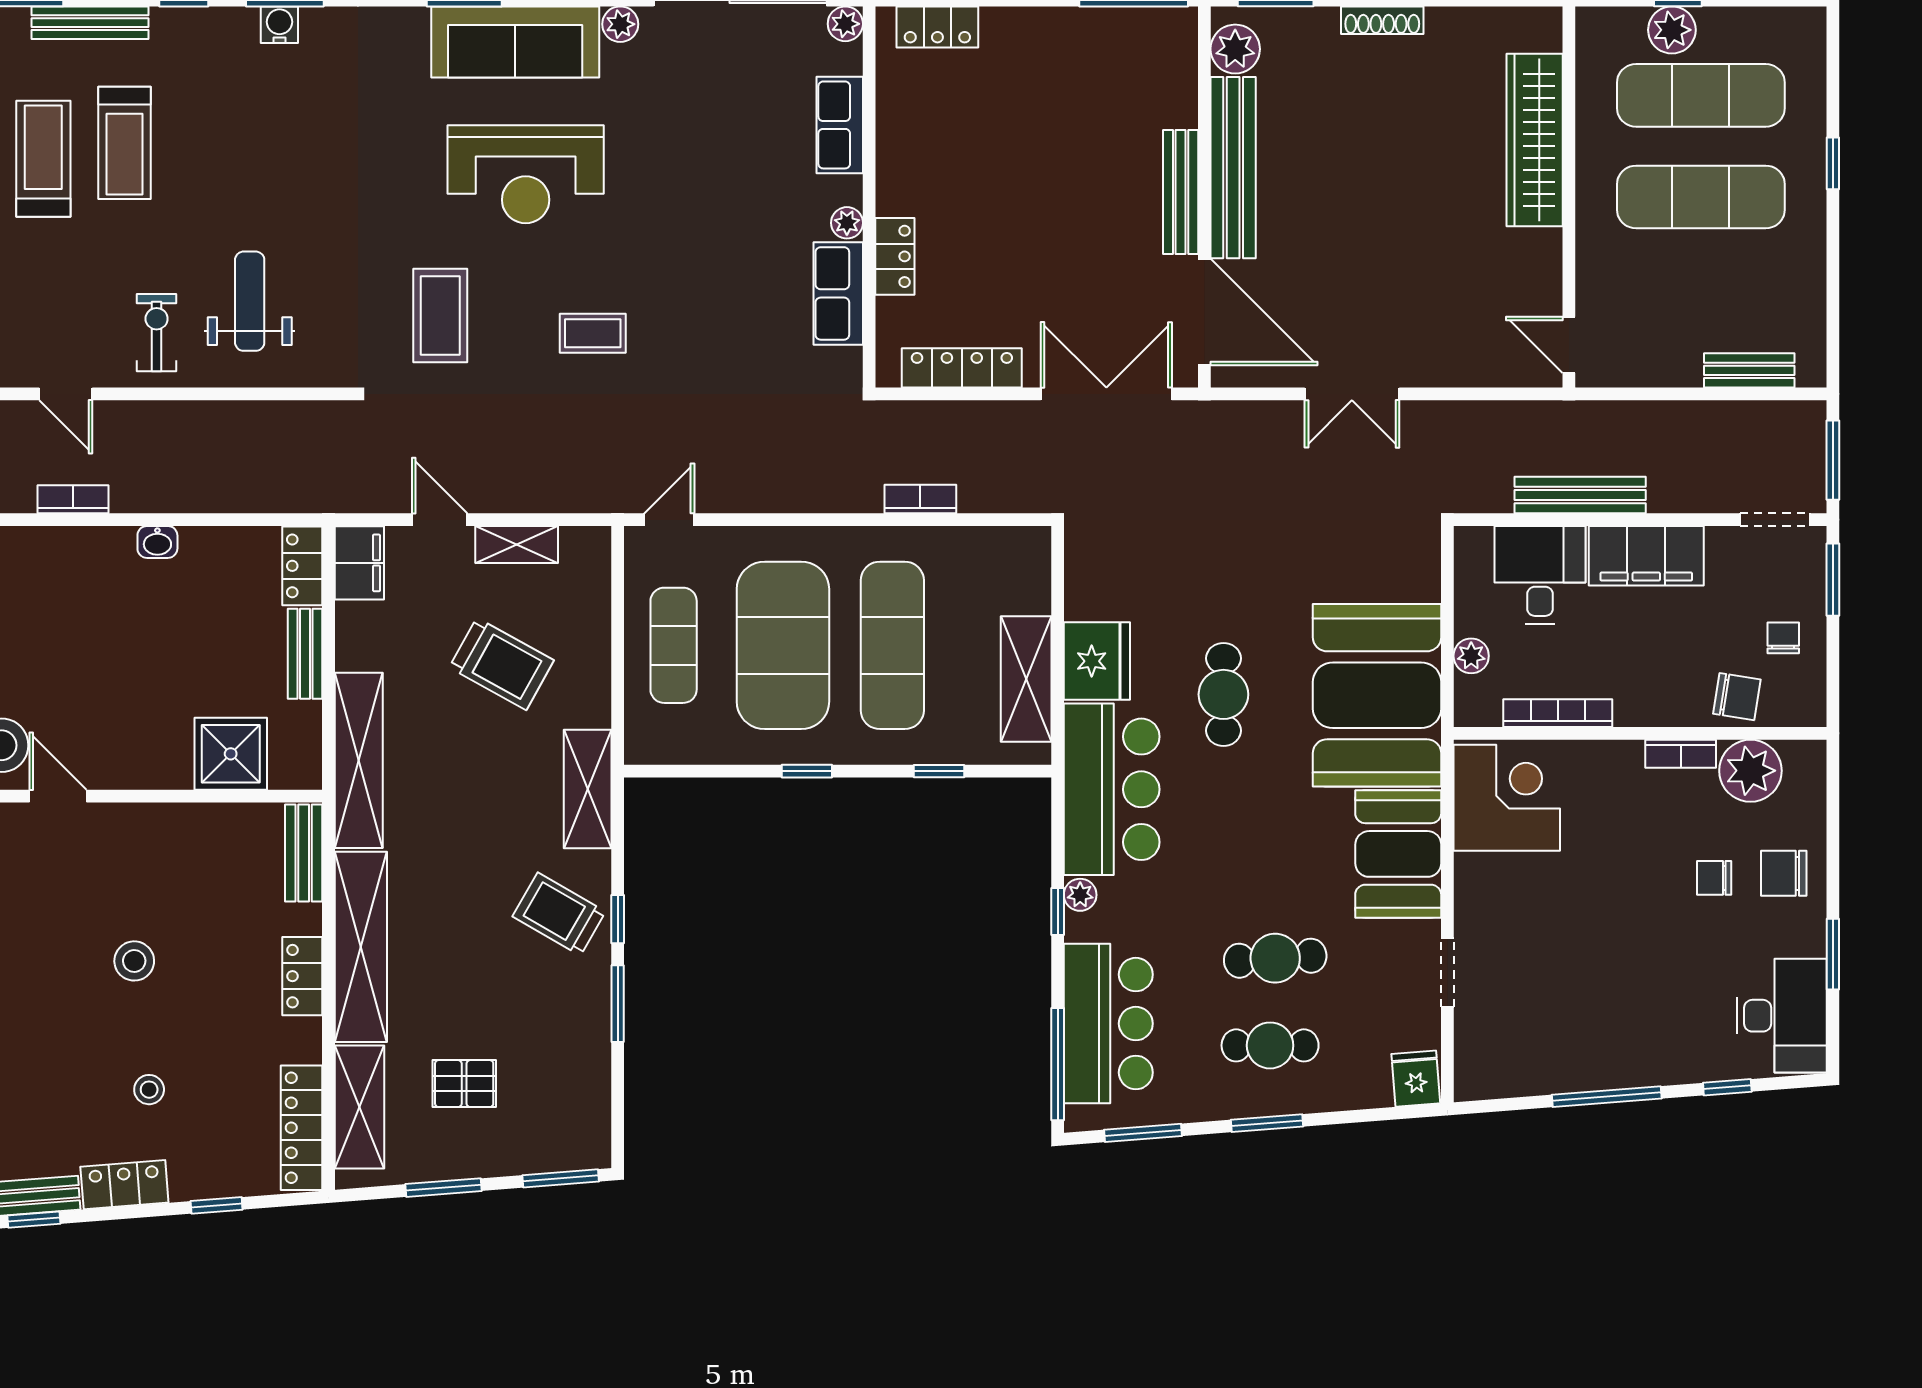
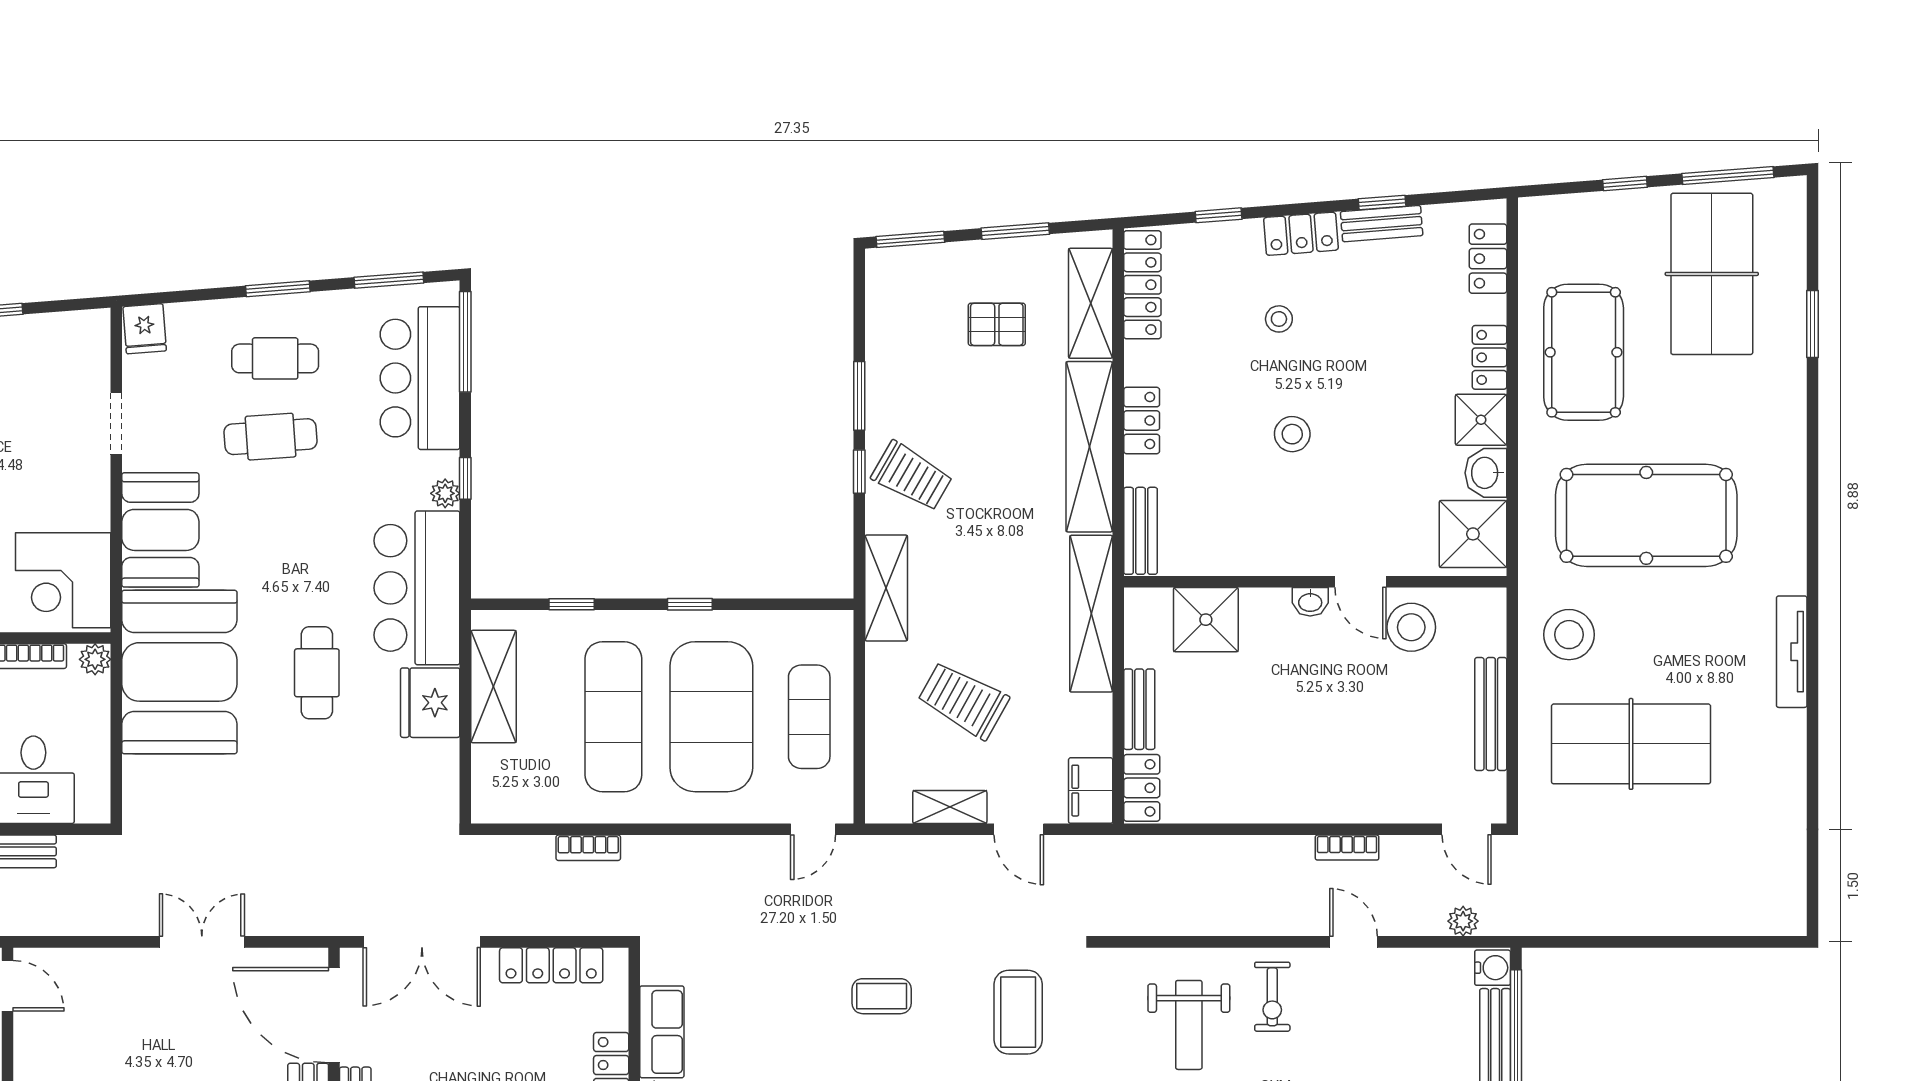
washbasin: (157, 542) -> (1310, 602), moved, turned 180
plant: (1471, 656) -> (95, 659), moved

